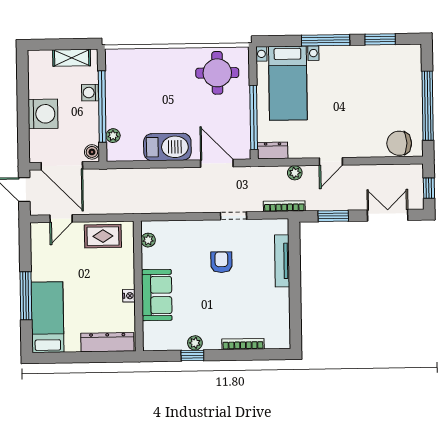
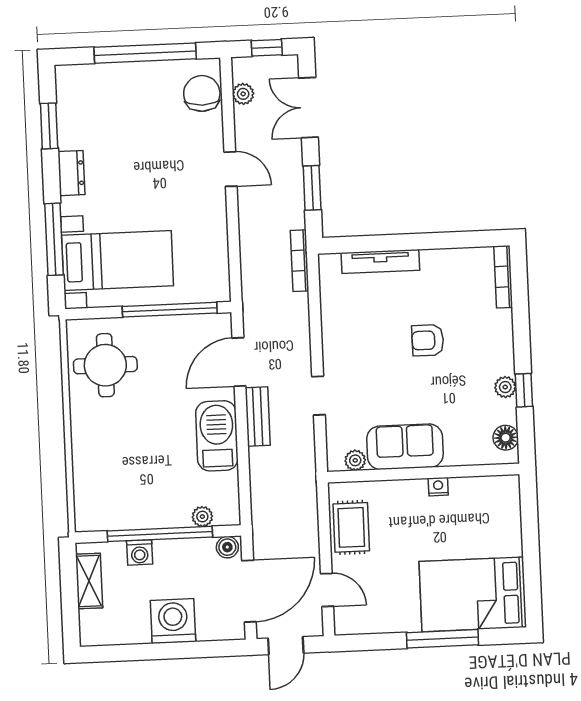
window: (326, 40) -> (54, 239), moved
chair: (399, 143) -> (202, 93), turned 180
dresser: (273, 150) -> (71, 173), moved, turned 180
door: (331, 162) -> (231, 169), moved
plant: (295, 173) -> (243, 94), moved
bench: (180, 175) -> (258, 417), added
doorway: (233, 216) -> (319, 396), moved
armchair: (221, 262) -> (428, 340), moved
sofa: (157, 295) -> (405, 447), moved
bed: (47, 317) -> (473, 594), width x1.50
dresser: (107, 342) -> (508, 517), removed
floor lamp: (161, 342) -> (506, 438), added
bookcase: (243, 344) -> (503, 277), moved

